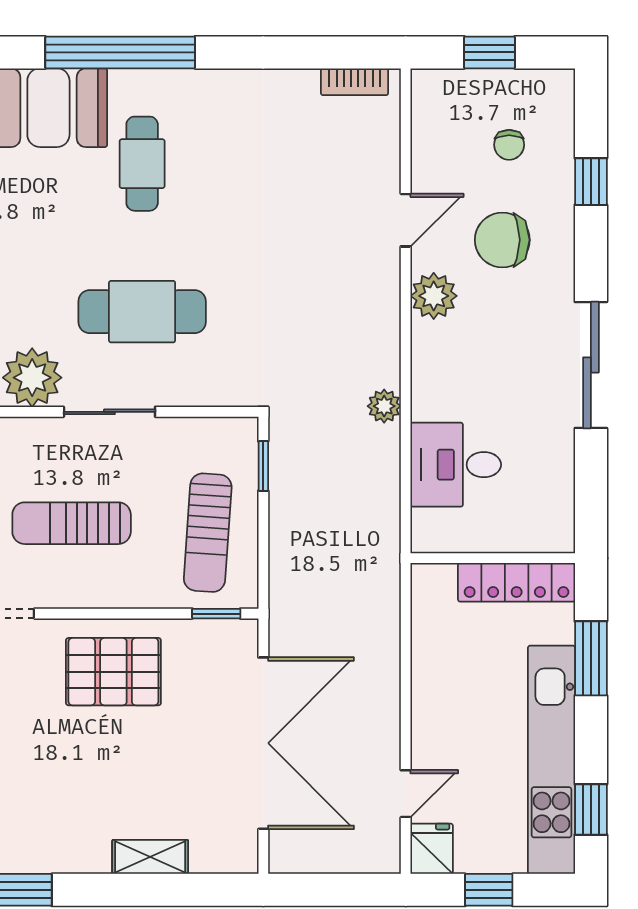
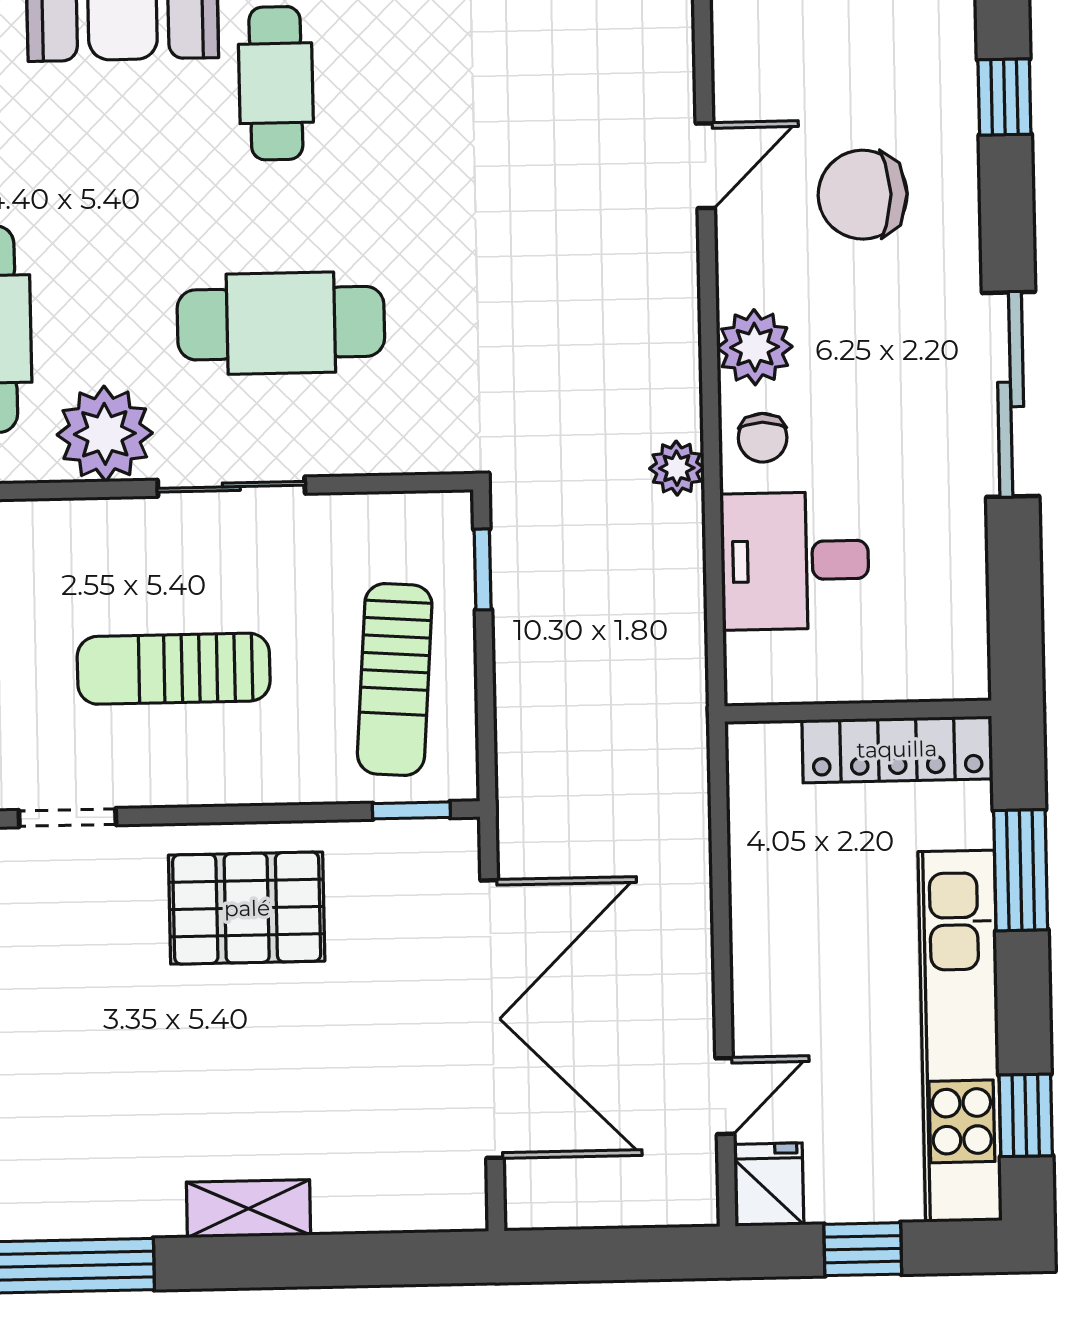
chair: (509, 145) -> (763, 438), moved
plant: (434, 296) -> (755, 347), moved
shelving: (150, 857) -> (248, 1209), moved

